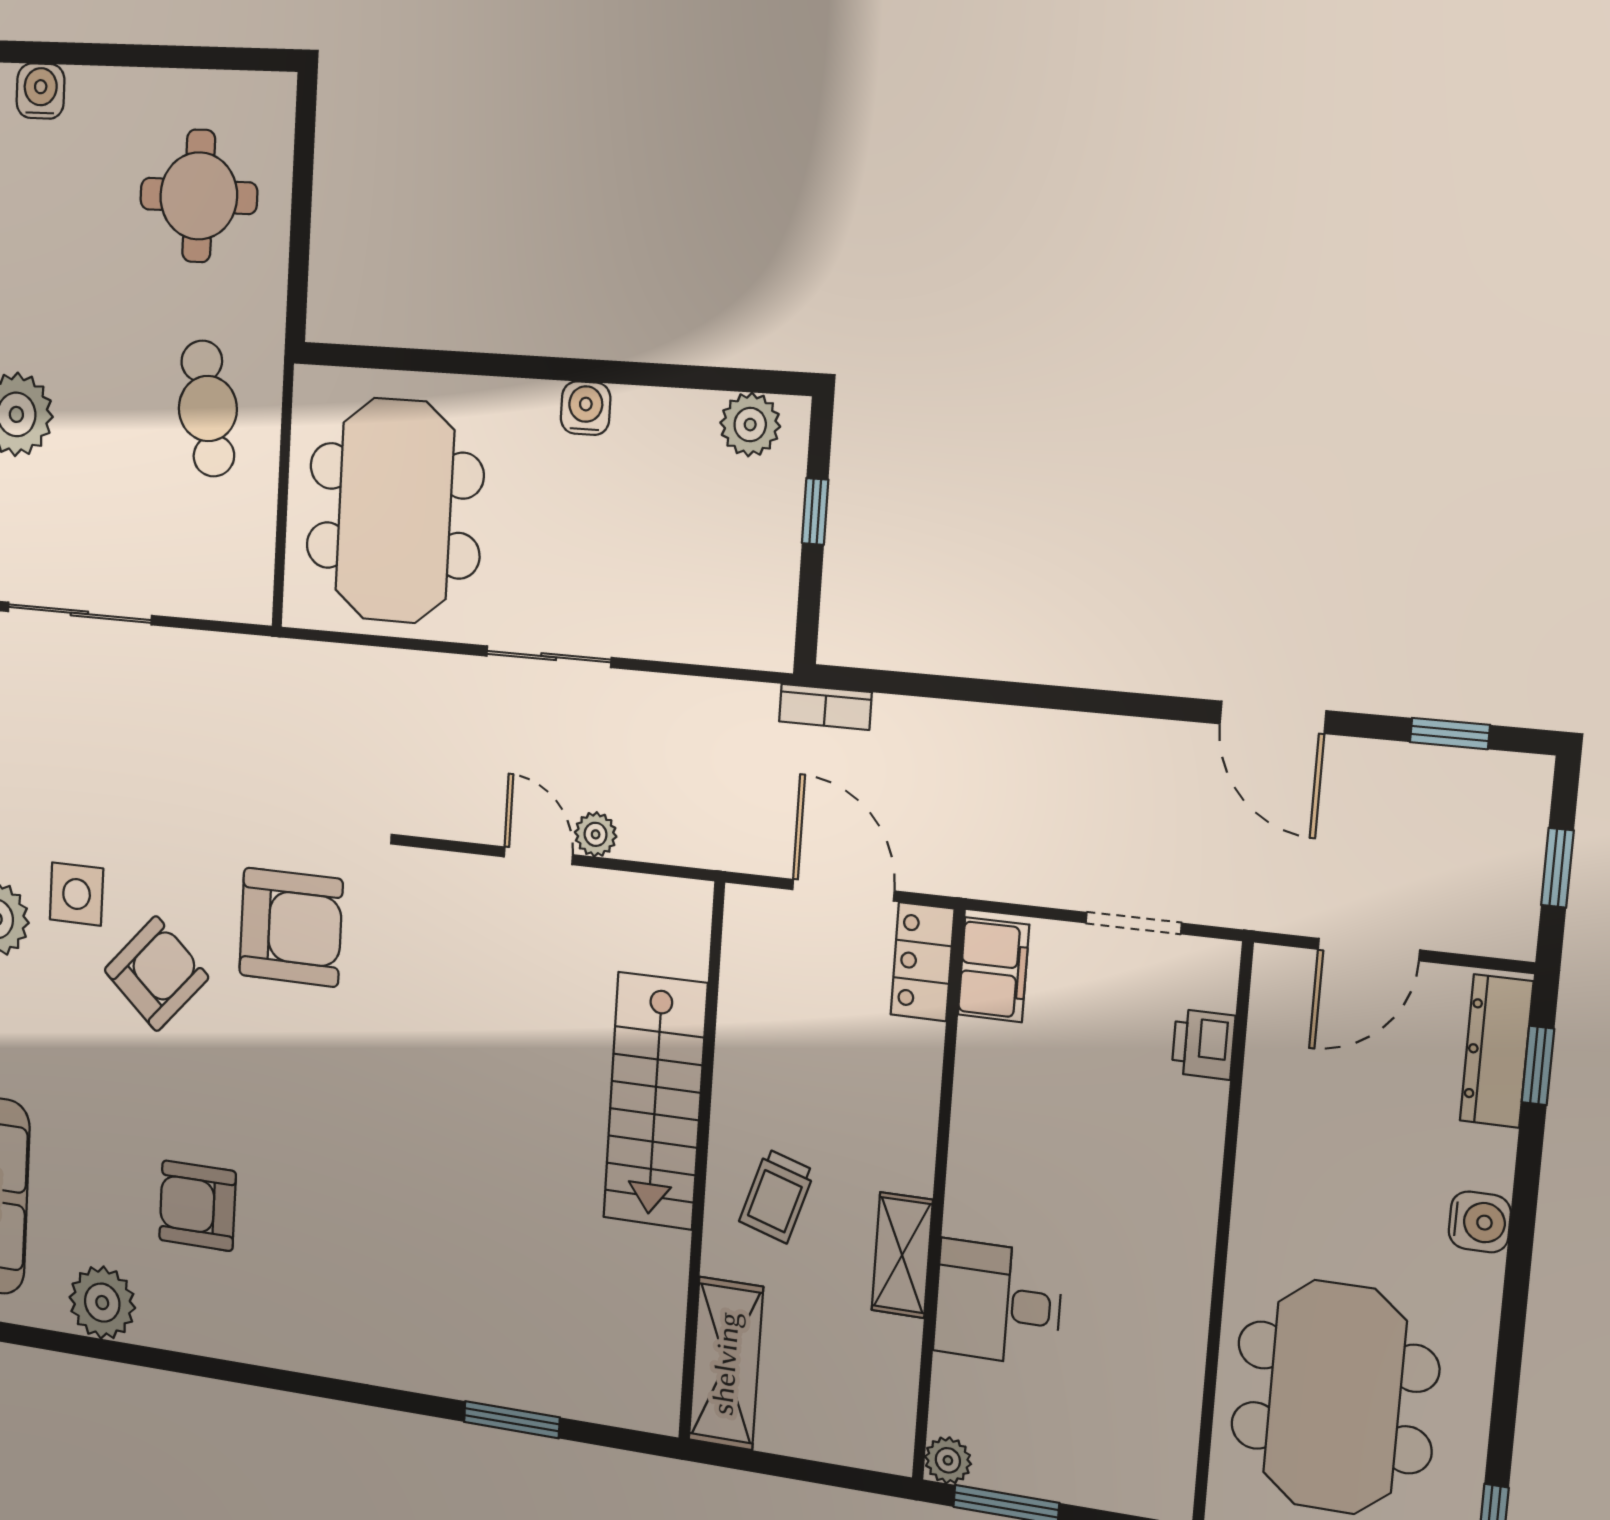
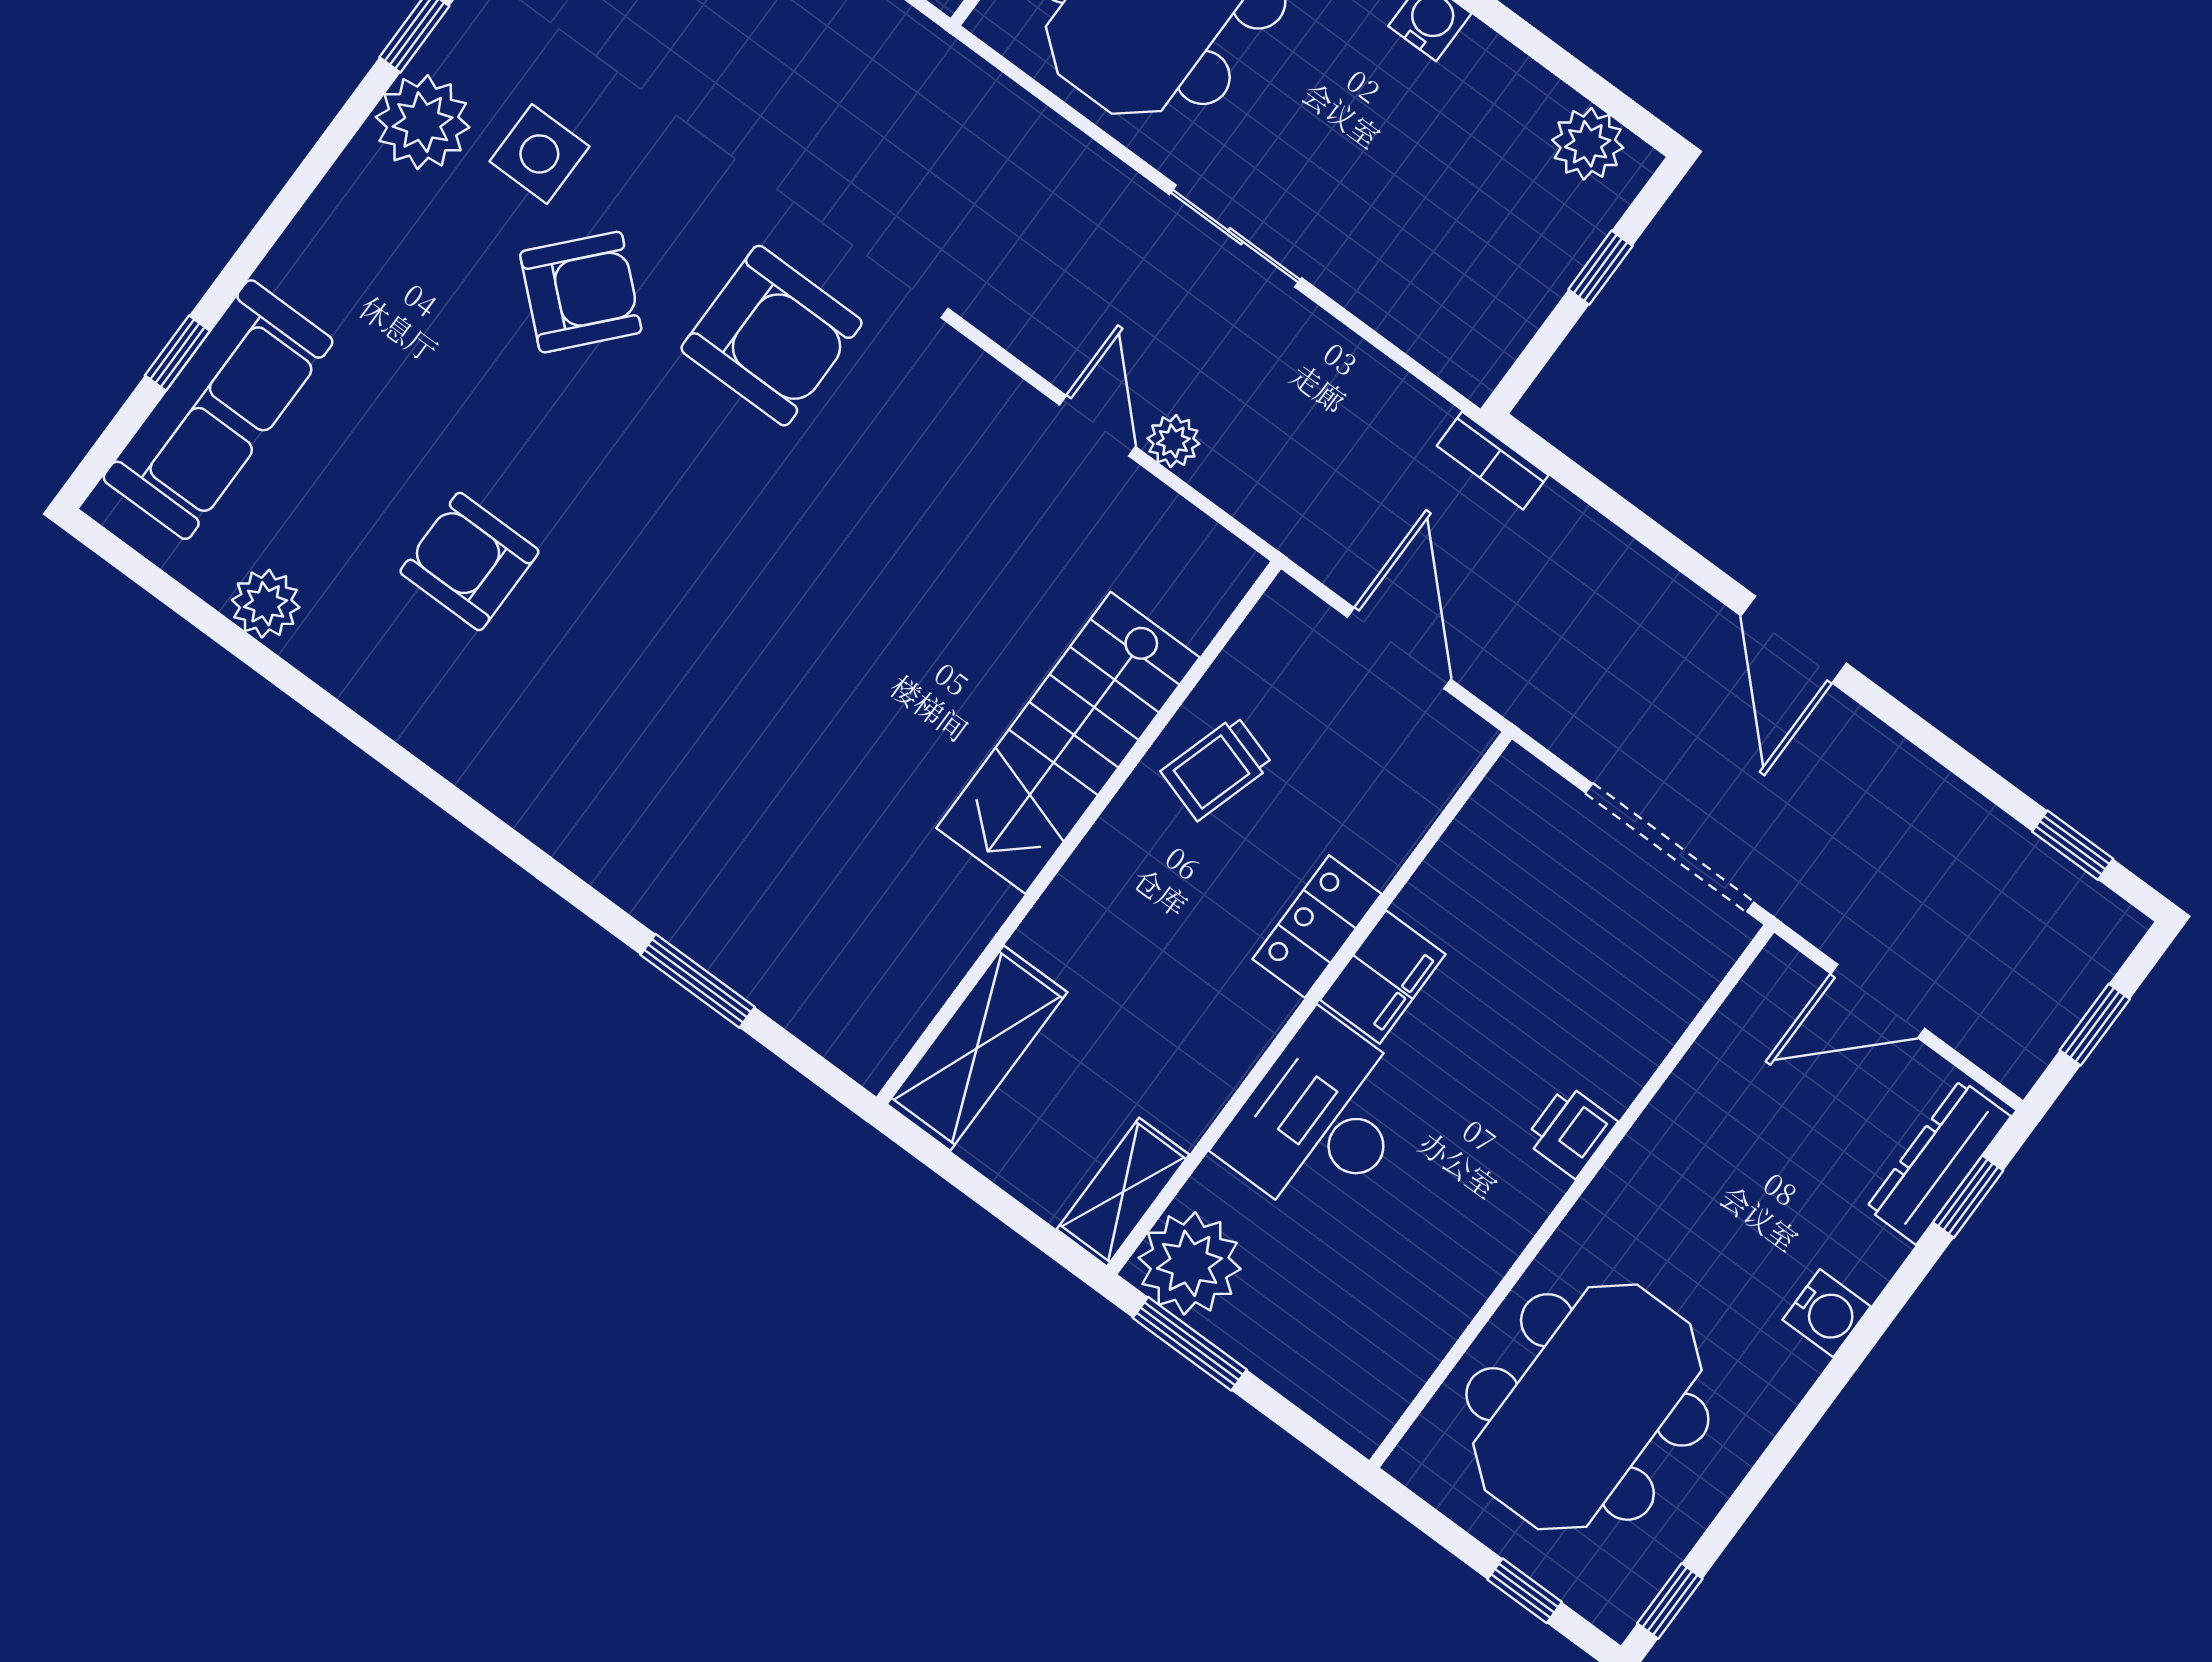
door: (1273, 717) -> (1794, 640), moved
doorway: (1133, 923) -> (1670, 848), width x1.88
locker: (922, 962) -> (1317, 926), moved
filing cabinet: (993, 970) -> (1383, 977), moved
printer: (1203, 1044) -> (1571, 1131), moved
trolley: (777, 1196) -> (1217, 768), moved
shelving: (902, 1255) -> (1123, 1192), moved
plant: (102, 1303) -> (266, 604), width x0.73, depth x0.73
desk: (998, 1303) -> (1320, 1120), width x1.37
plant: (948, 1460) -> (1190, 1263), width x1.88, depth x1.88

